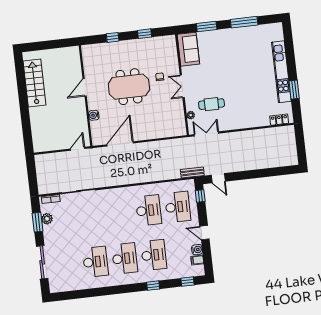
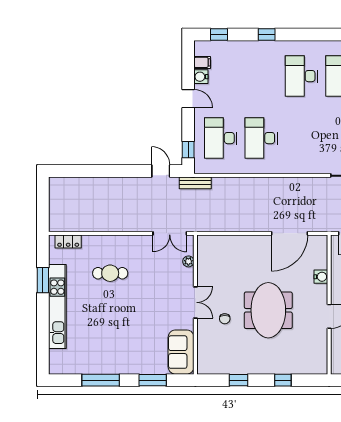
meeting table: (129, 87) -> (268, 310), turned 90
cafe table: (211, 104) -> (110, 273), moved
desk: (154, 255) -> (261, 76), removed

